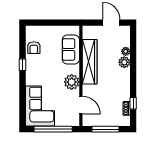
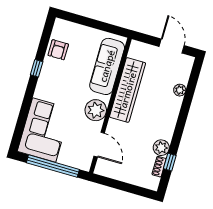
sofa: (71, 49) -> (107, 66), width x1.36
plant: (124, 62) -> (161, 148), moved
window: (105, 129) -> (123, 186), removed

